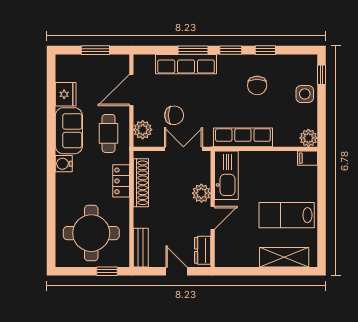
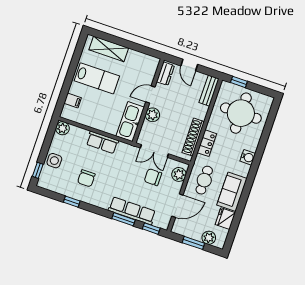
window: (231, 50) -> (151, 229), moved
plant: (78, 63) -> (209, 238), added
chair: (257, 85) -> (86, 178), turned 180
row of seats: (243, 137) -> (102, 142), width x0.68
filing cabinet: (307, 158) -> (73, 101), moved
water cooler: (64, 164) -> (248, 157), moved

